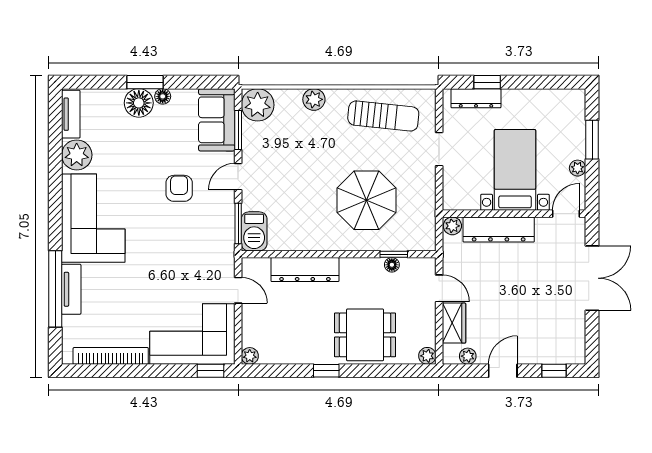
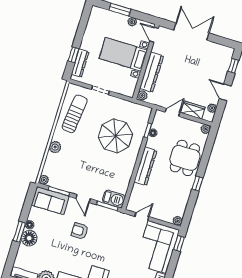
plant: (258, 105) -> (44, 180), width x0.53, depth x0.53
dresser: (305, 270) -> (145, 166), moved

